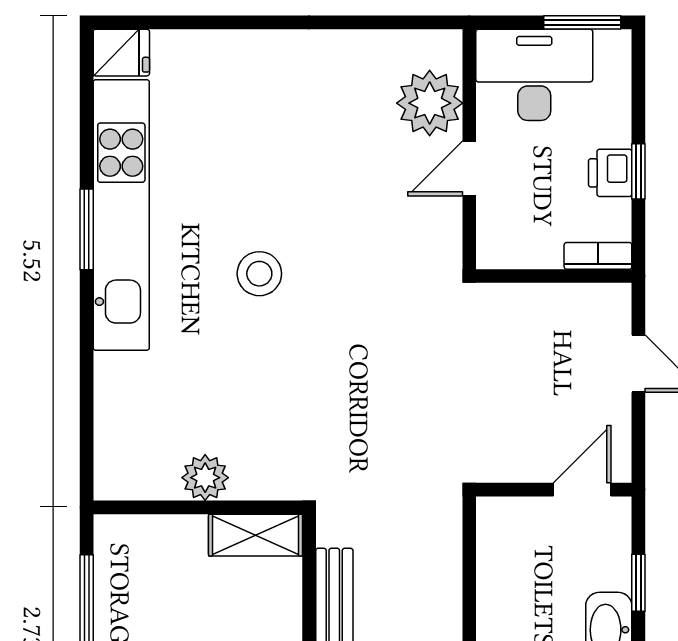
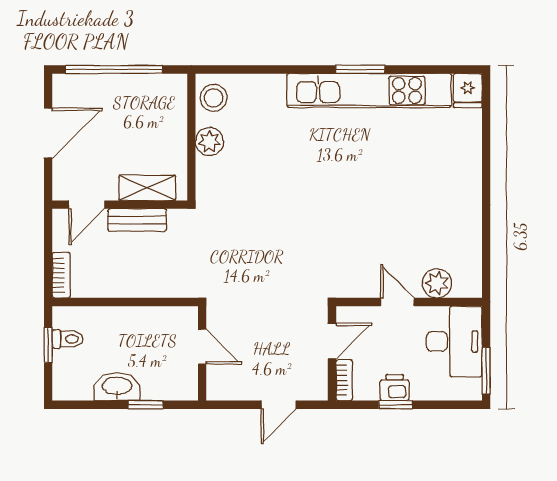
plant: (430, 103) -> (437, 283), width x0.73, depth x0.73
stool: (259, 274) -> (214, 98), moved
door: (534, 276) -> (332, 341), added
door: (582, 490) -> (202, 347), moved
shelving: (256, 535) -> (147, 188), moved, turned 90

